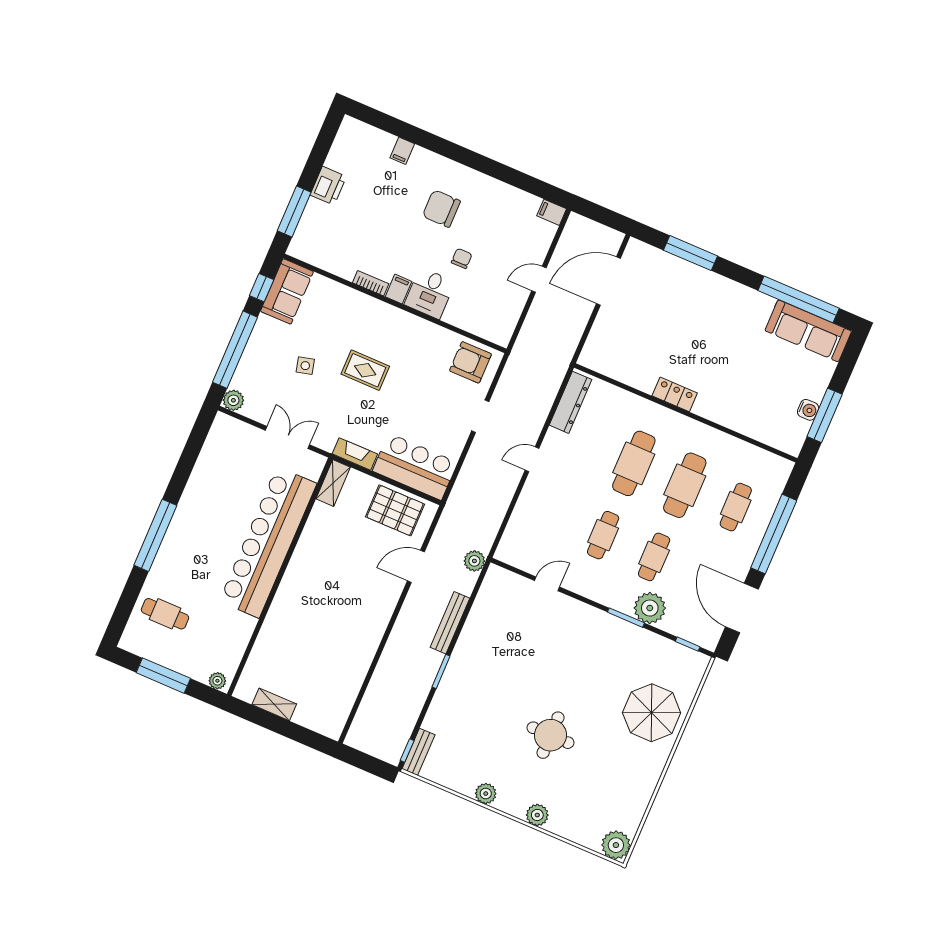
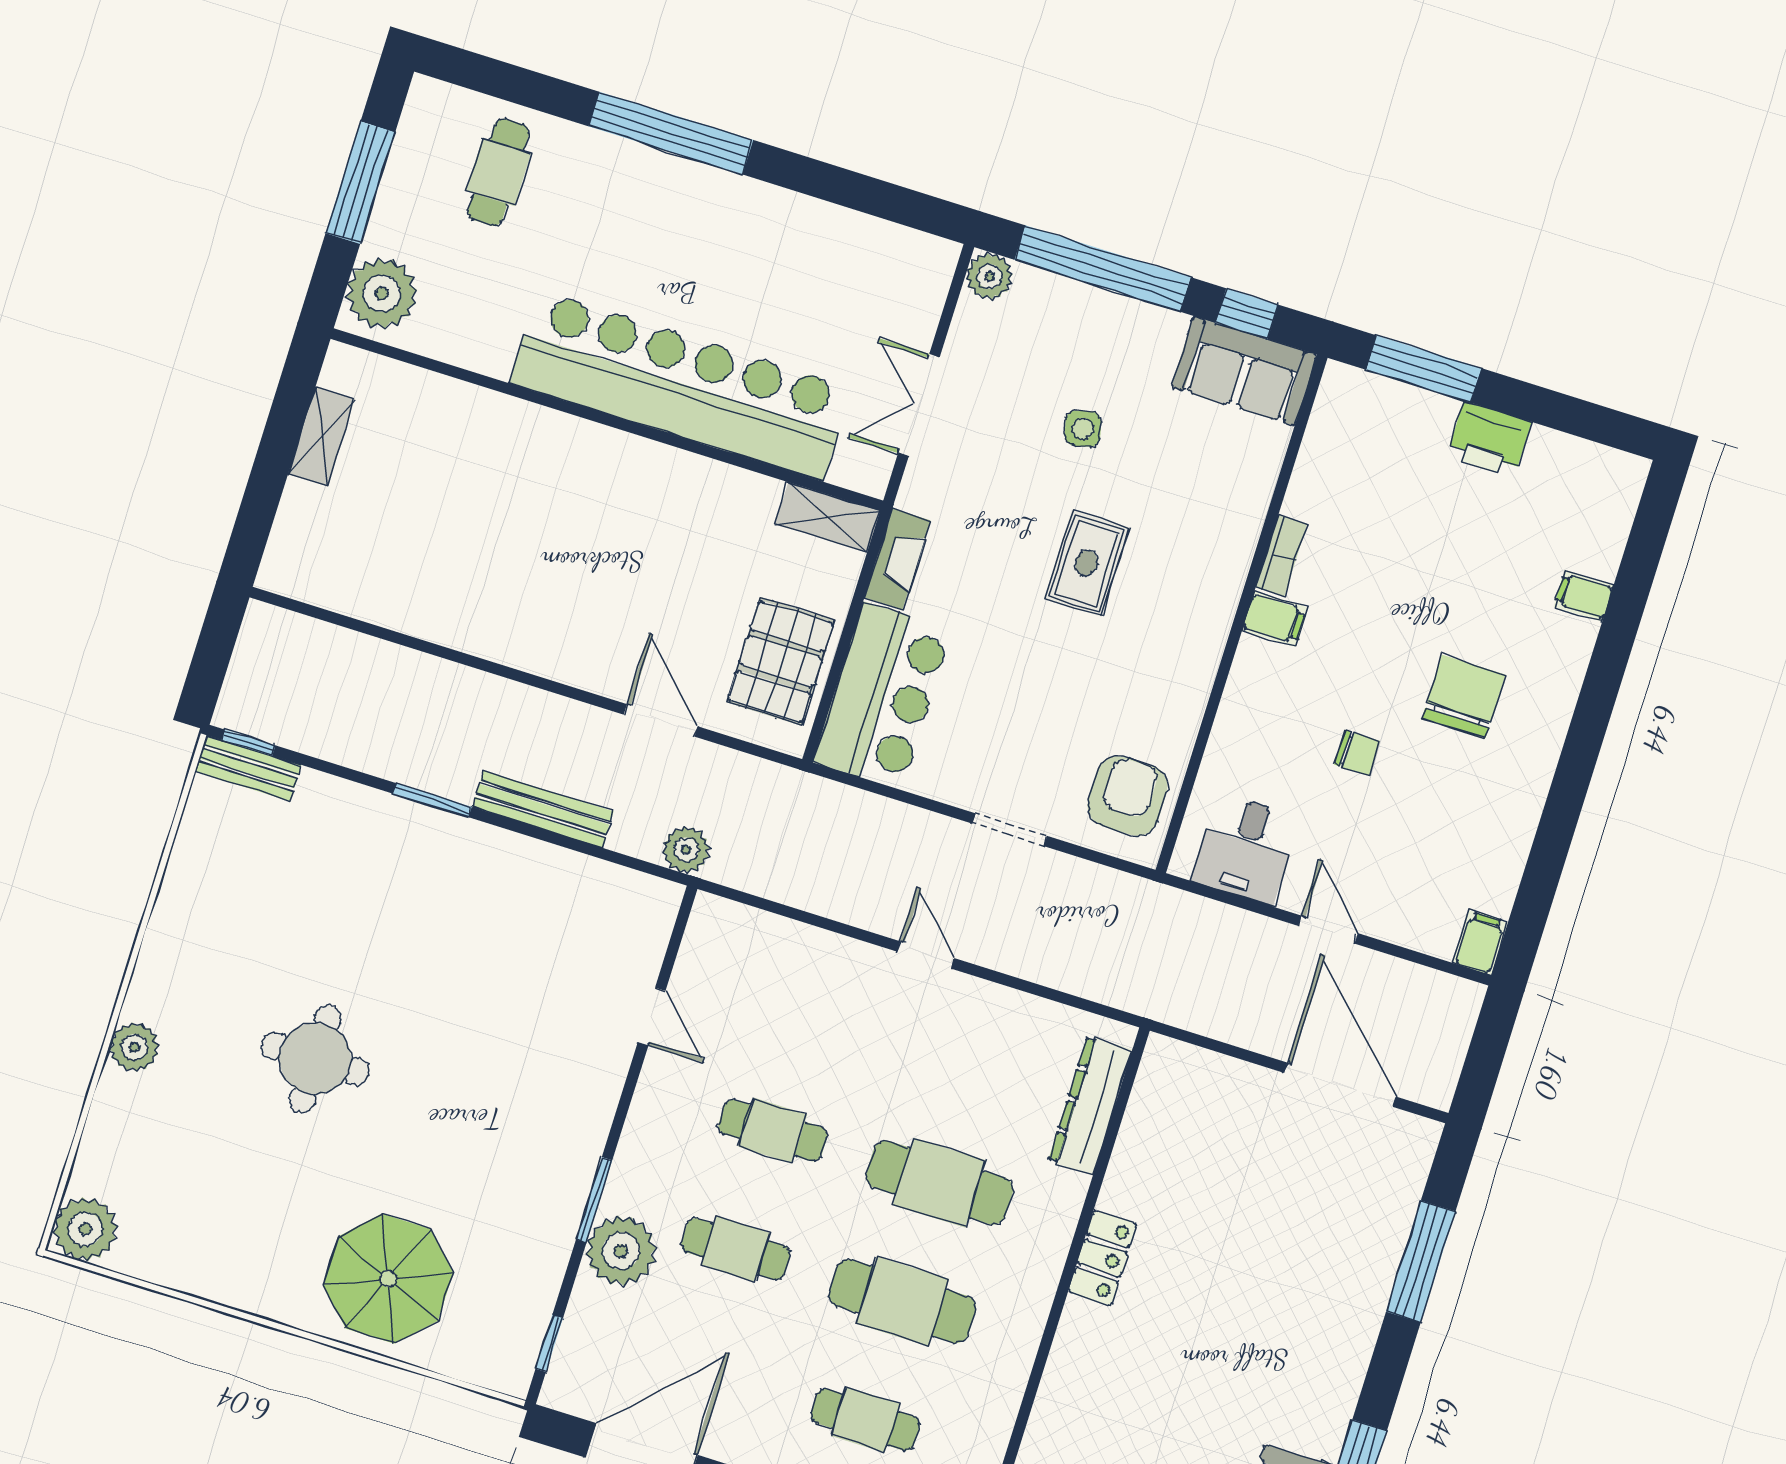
desk: (430, 293) -> (1245, 849), moved, turned -90
dresser: (570, 402) -> (1090, 1105), moved, turned 90
double door: (287, 437) -> (919, 405), swing flipped
plant: (217, 681) -> (382, 293), width x1.88, depth x1.88
plant: (486, 794) -> (171, 928), removed

